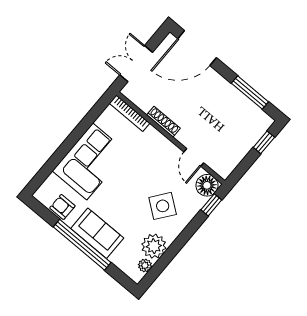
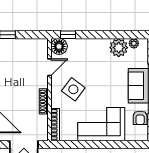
side table: (163, 206) -> (73, 89), moved

